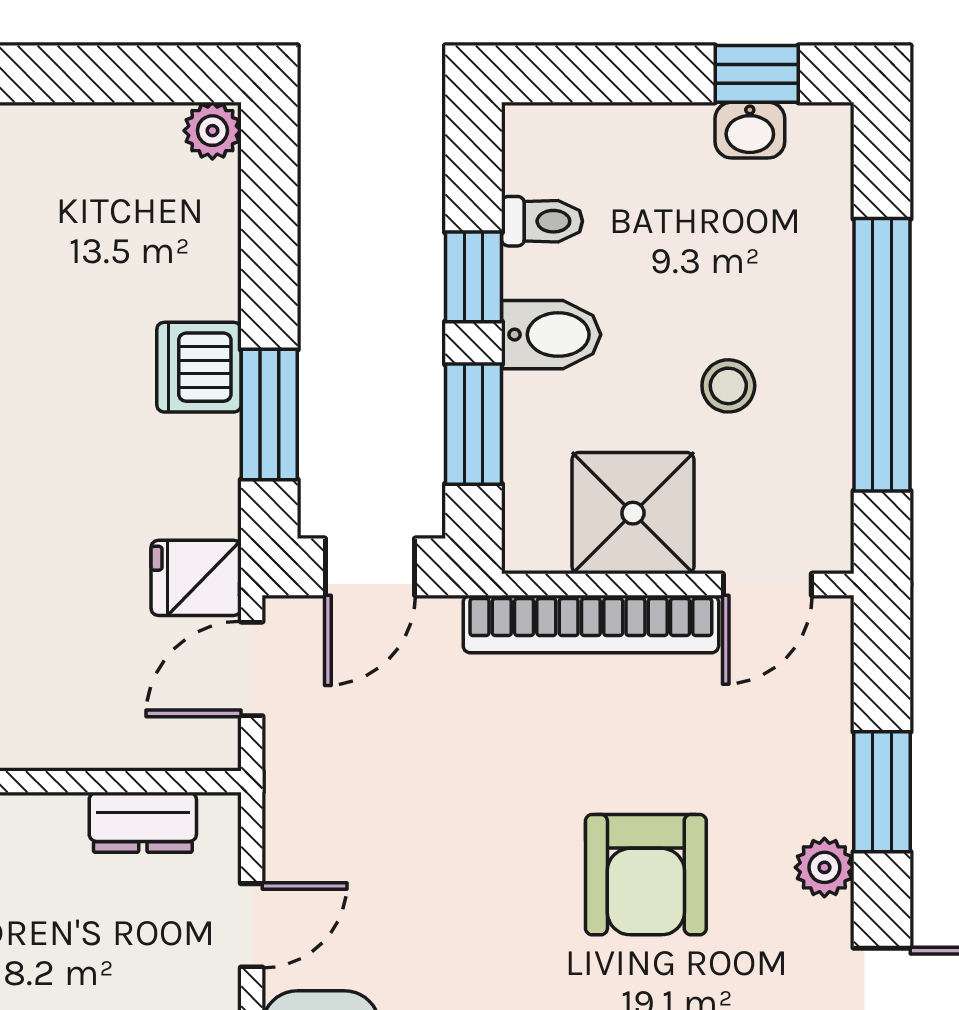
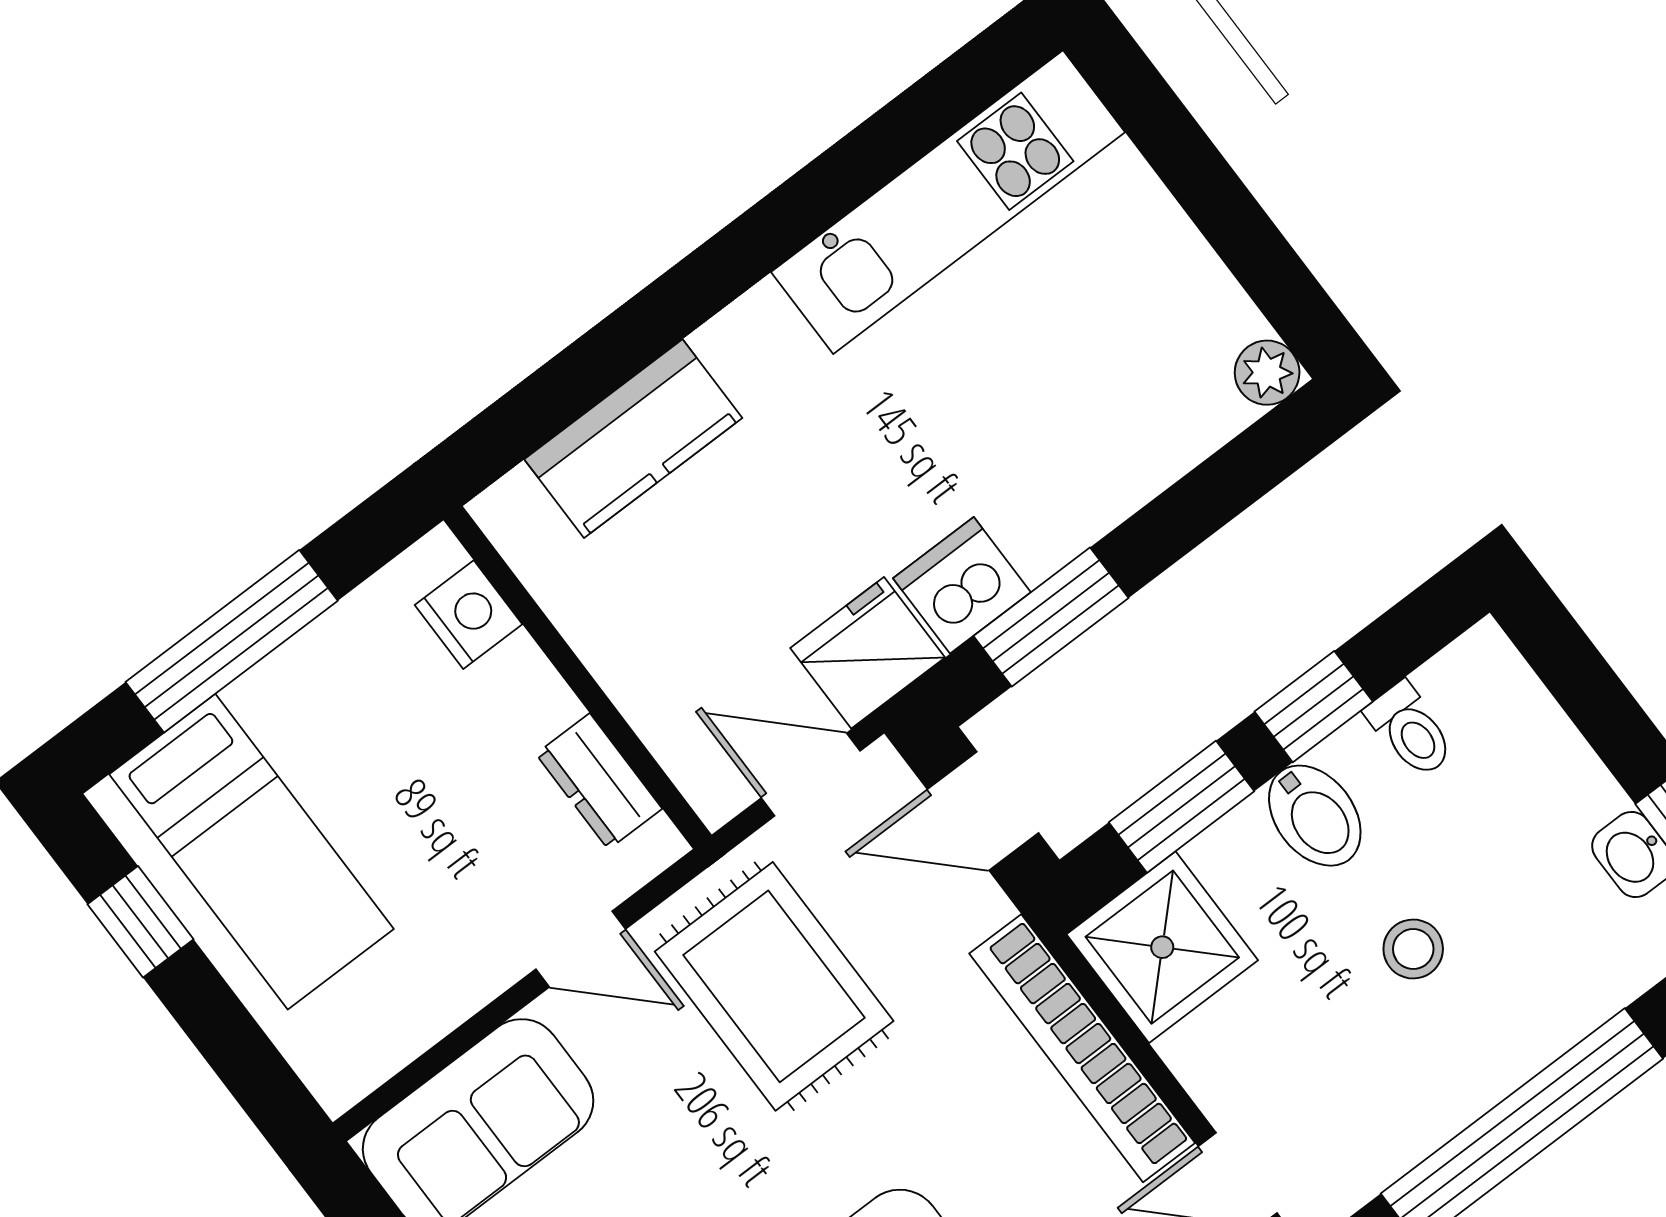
dishwasher: (199, 367) -> (962, 585), moved
stool: (728, 386) -> (1413, 949), moved
shower: (633, 513) -> (1162, 947), moved
fridge: (196, 578) -> (868, 653), width x1.38
rug: (382, 809) -> (774, 986), added

